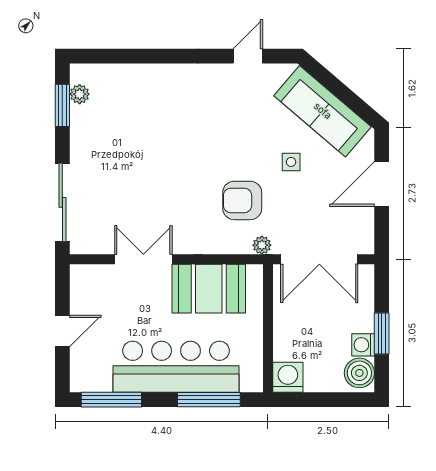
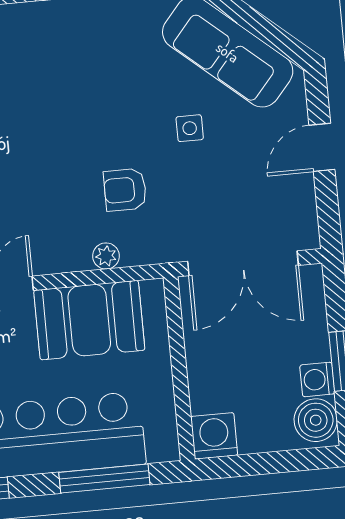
door: (382, 184) -> (322, 147), width x0.73
armchair: (242, 200) -> (125, 190), width x0.72, depth x0.72
plant: (262, 245) -> (106, 256), moved

